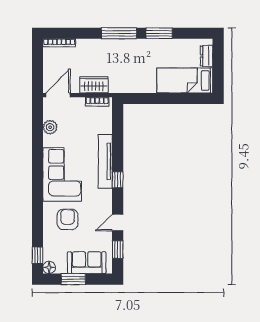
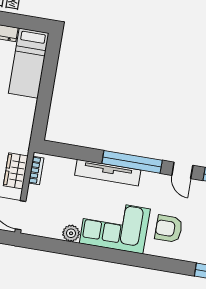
plant: (50, 127) -> (71, 233), moved
window: (118, 180) -> (132, 162), width x3.17

